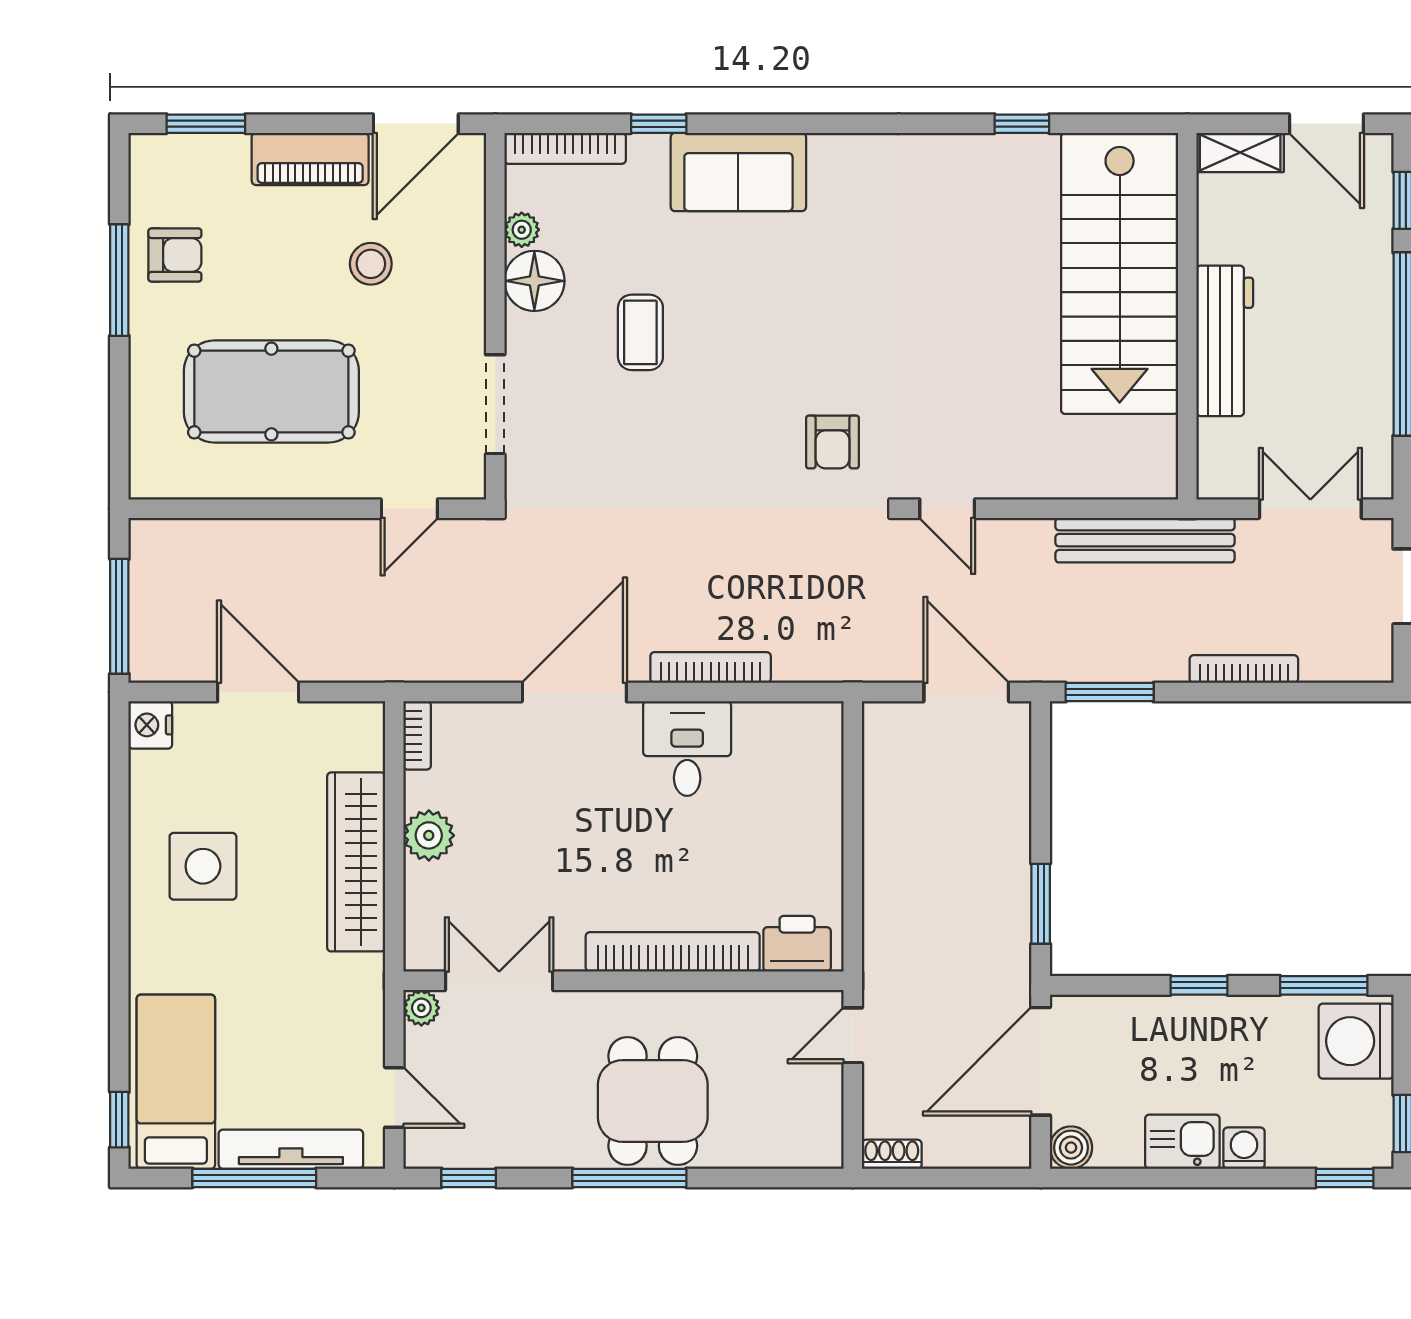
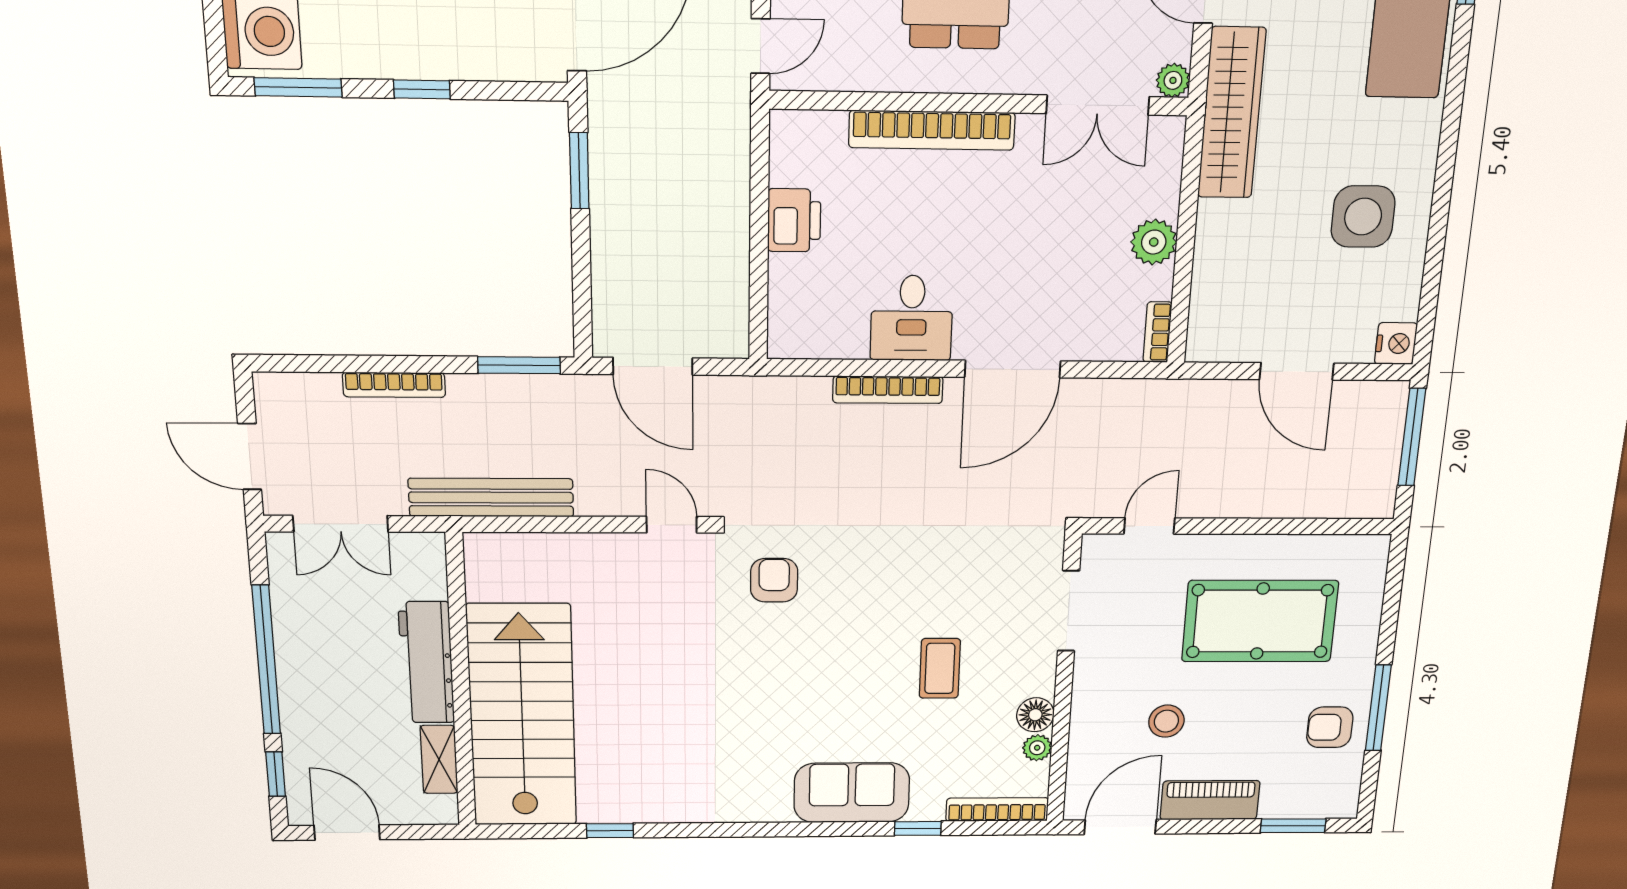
shelving: (1240, 153) -> (439, 759), moved, turned 90
floor lamp: (534, 281) -> (1035, 715), width x0.73, depth x0.73
wardrobe: (356, 862) -> (1232, 113), moved
printer: (797, 944) -> (794, 220), moved, turned -90

